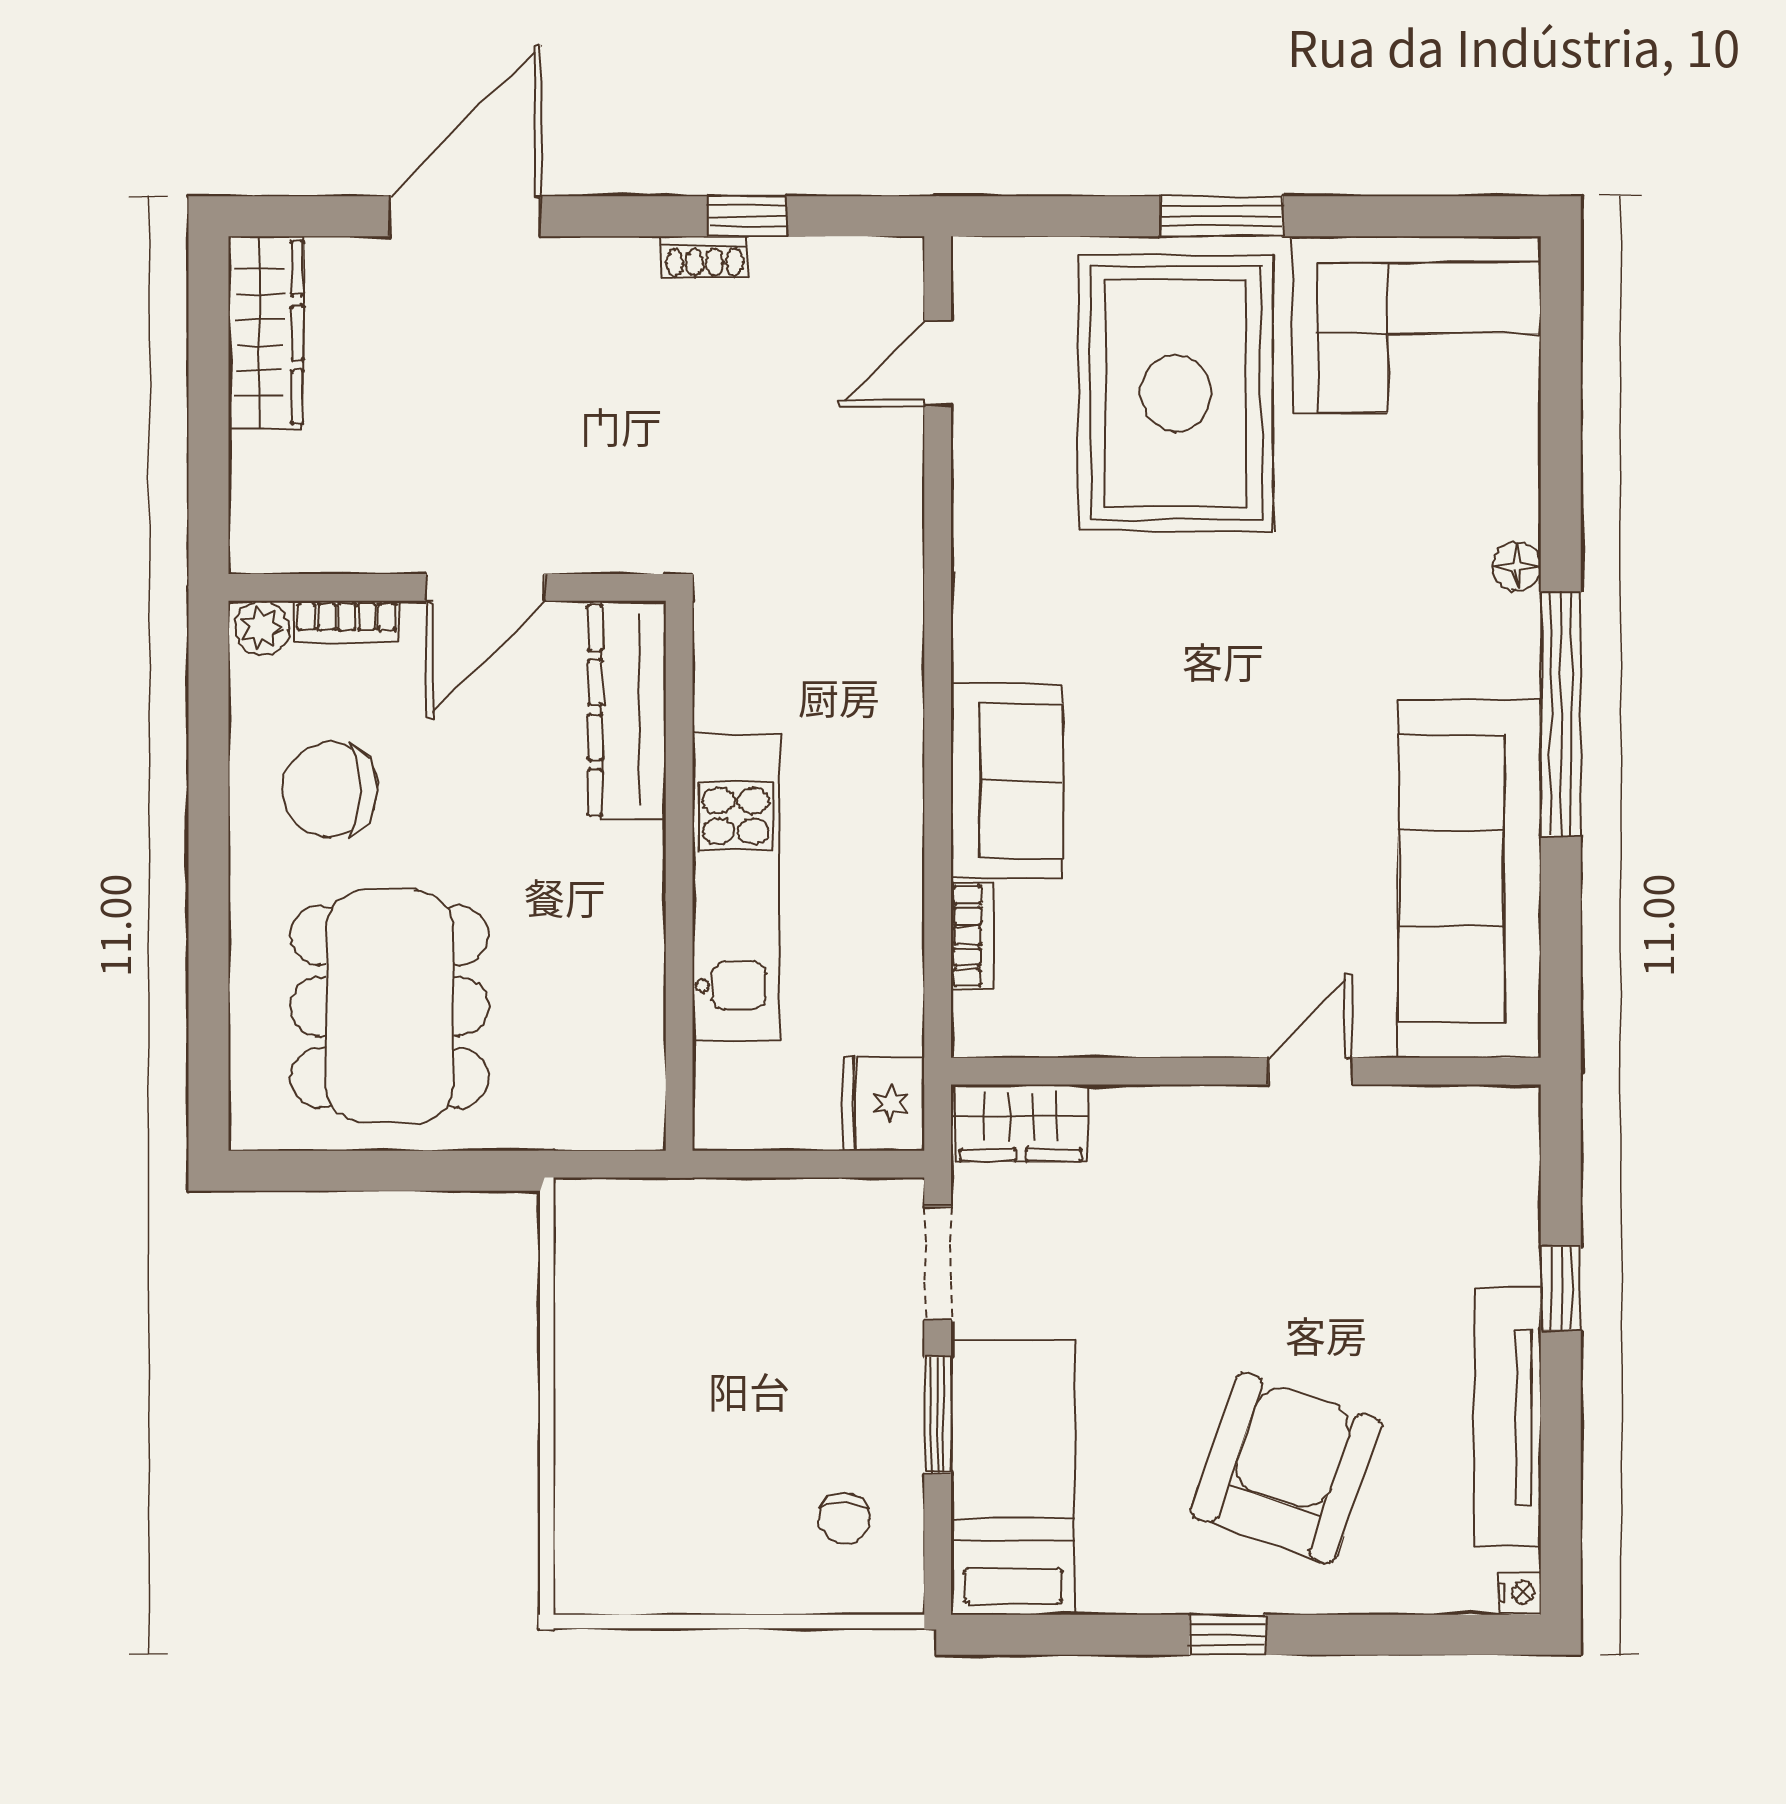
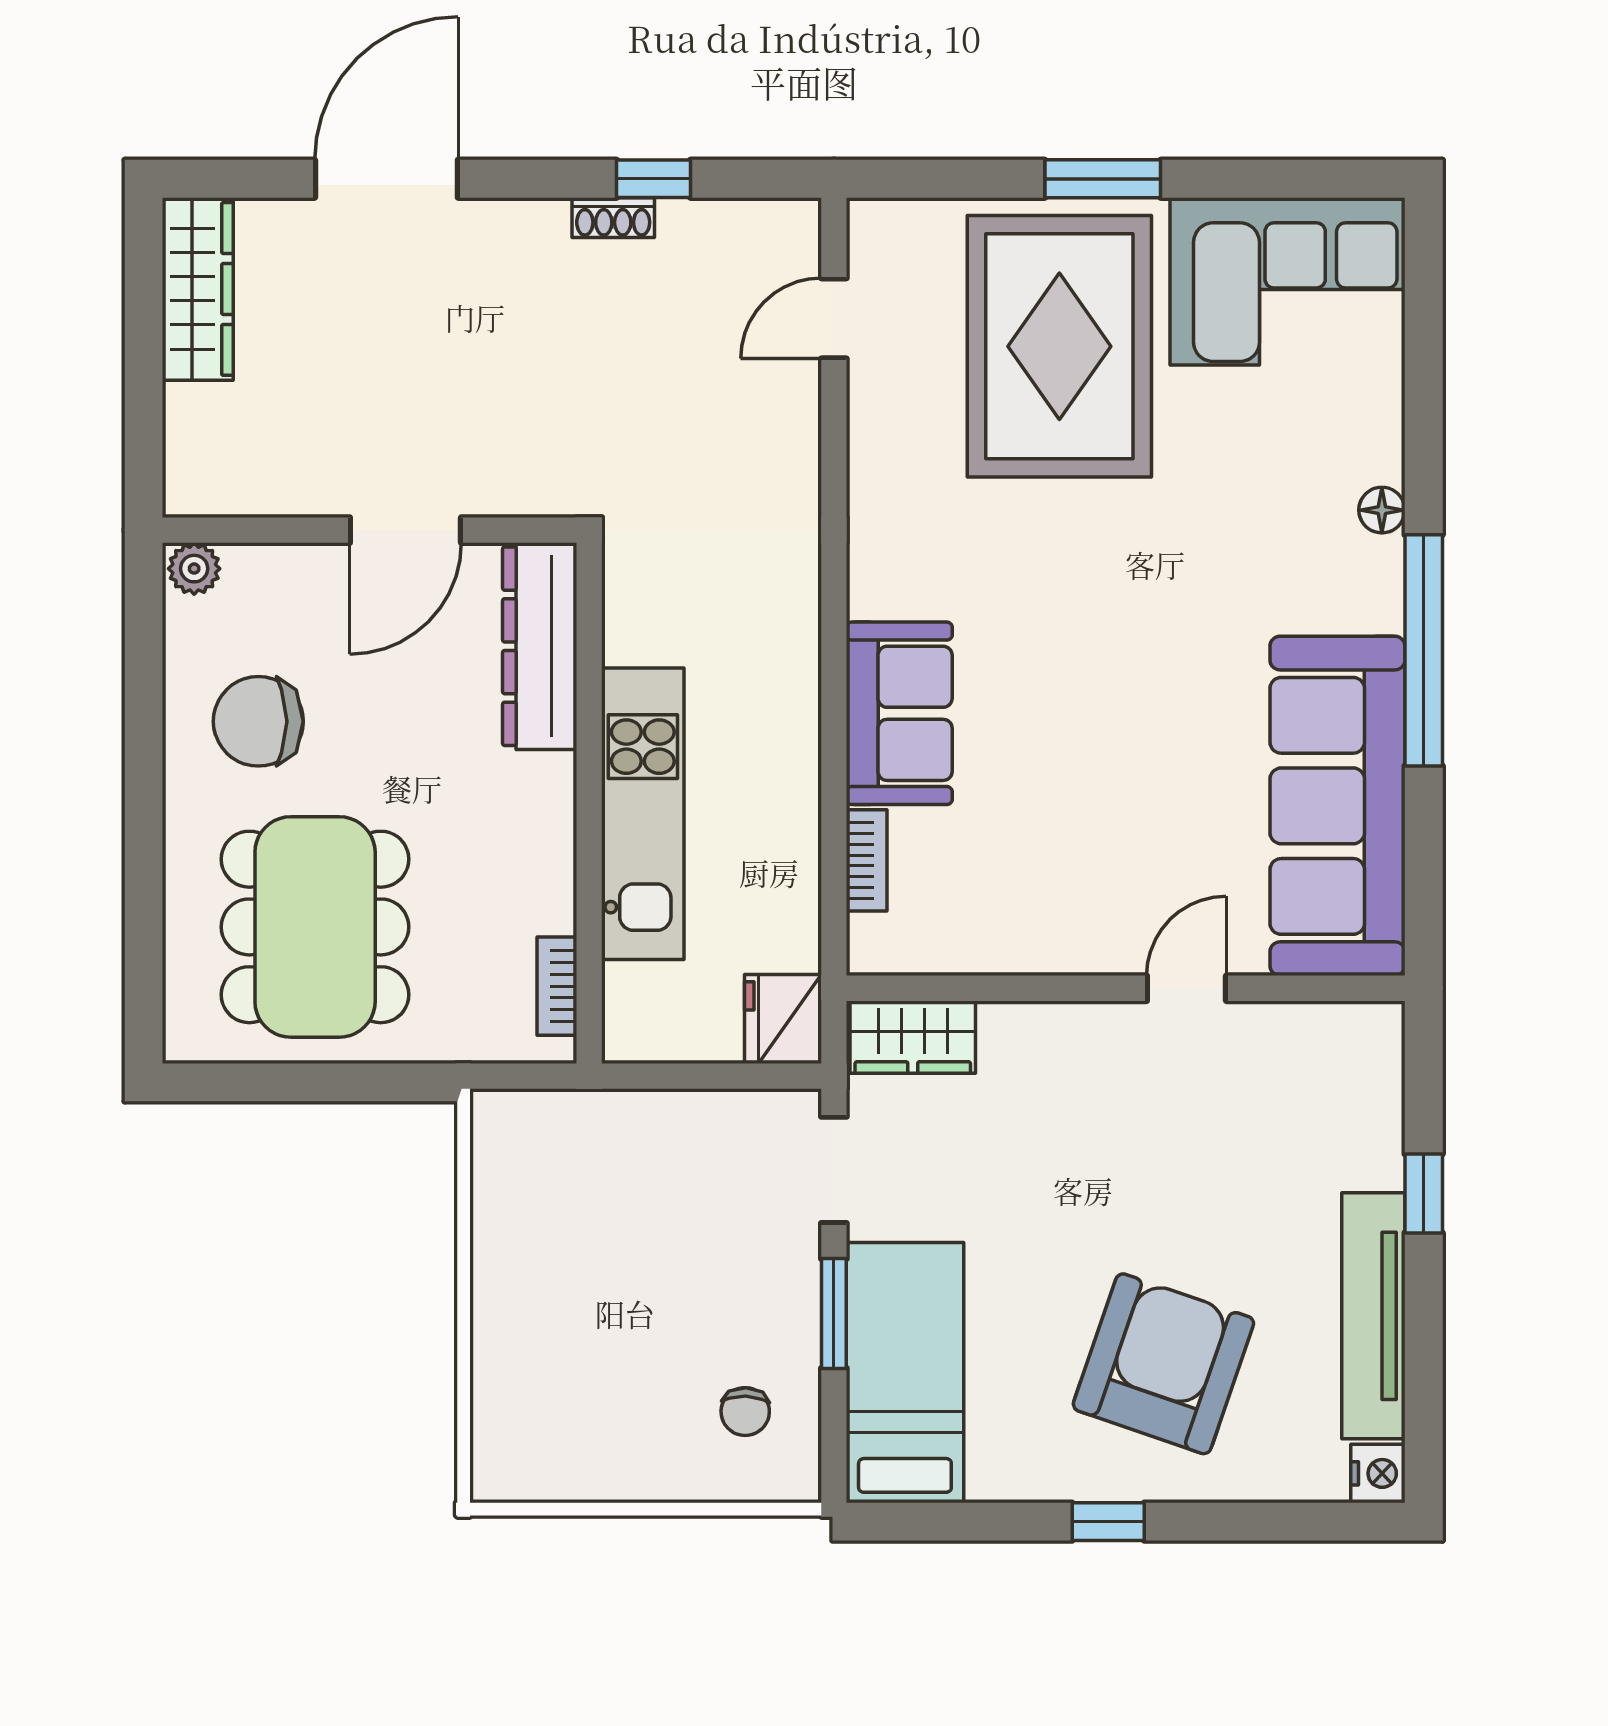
bookcase: (347, 621) -> (557, 986), moved, turned 90
nightstand: (1520, 1592) -> (1378, 1473), width x1.39, depth x1.35

